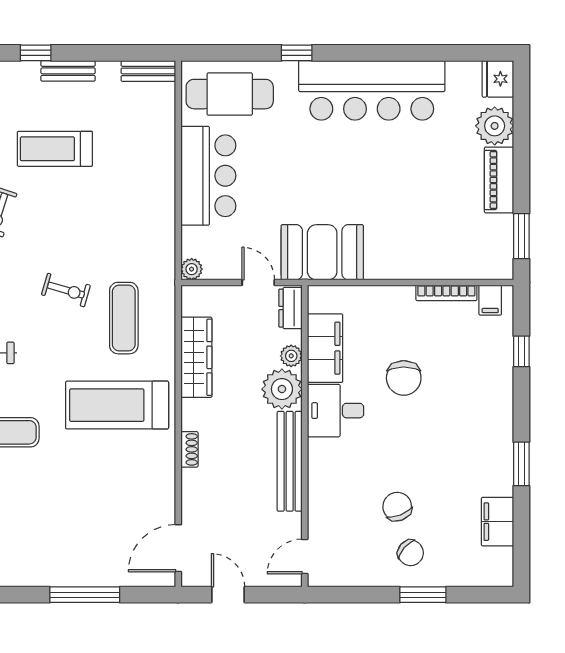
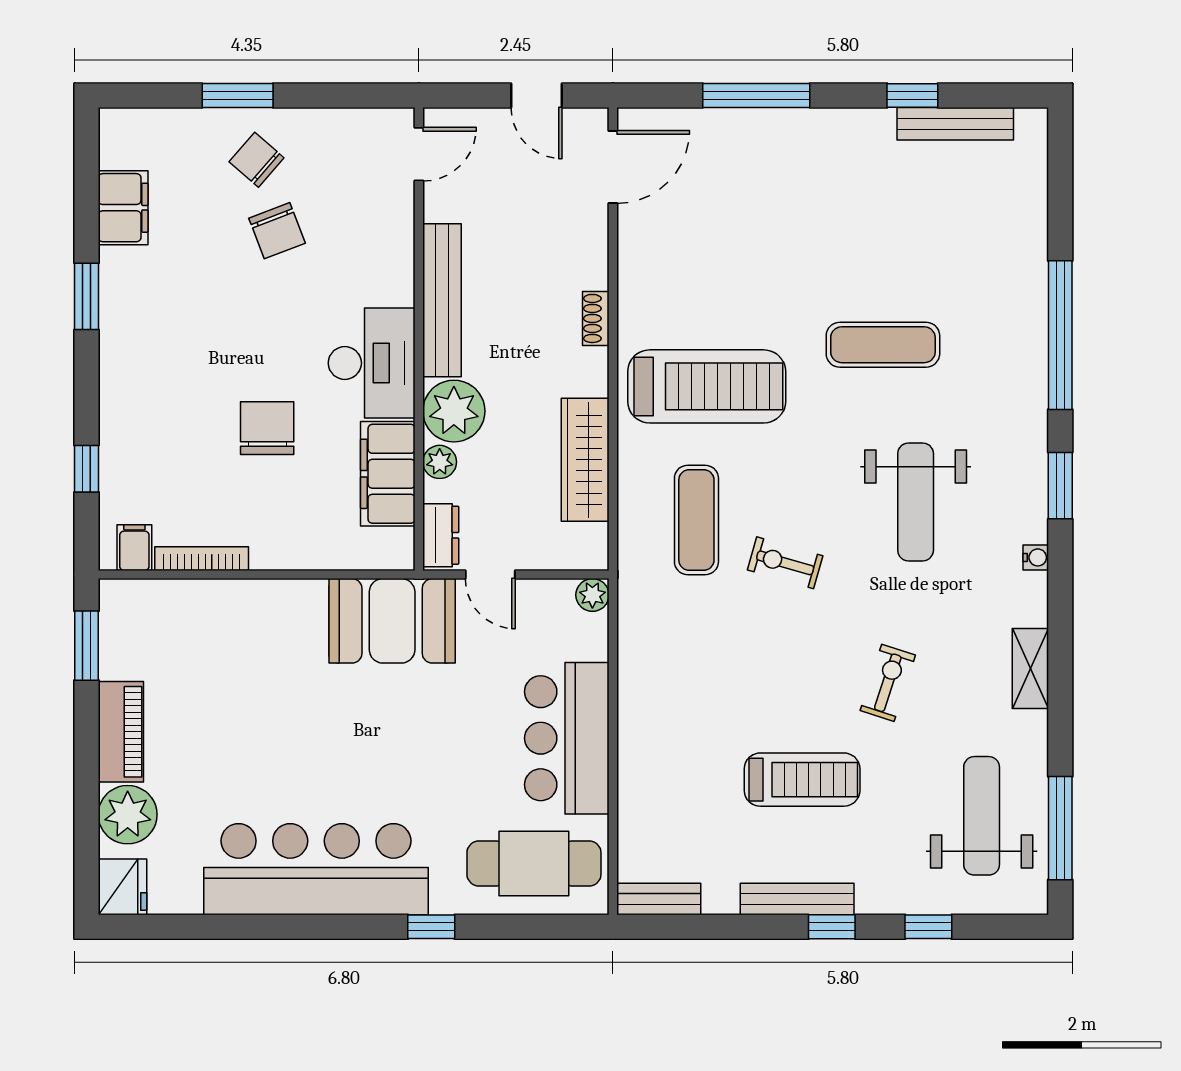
bench: (68, 71) -> (797, 899), width x1.36
desk: (336, 411) -> (372, 363), width x1.37

